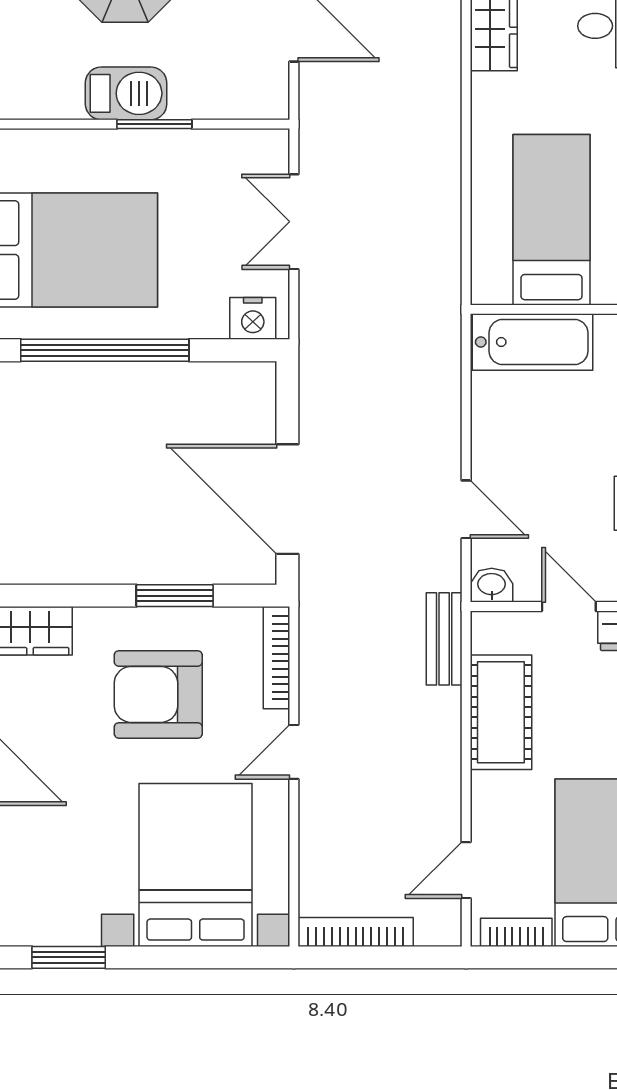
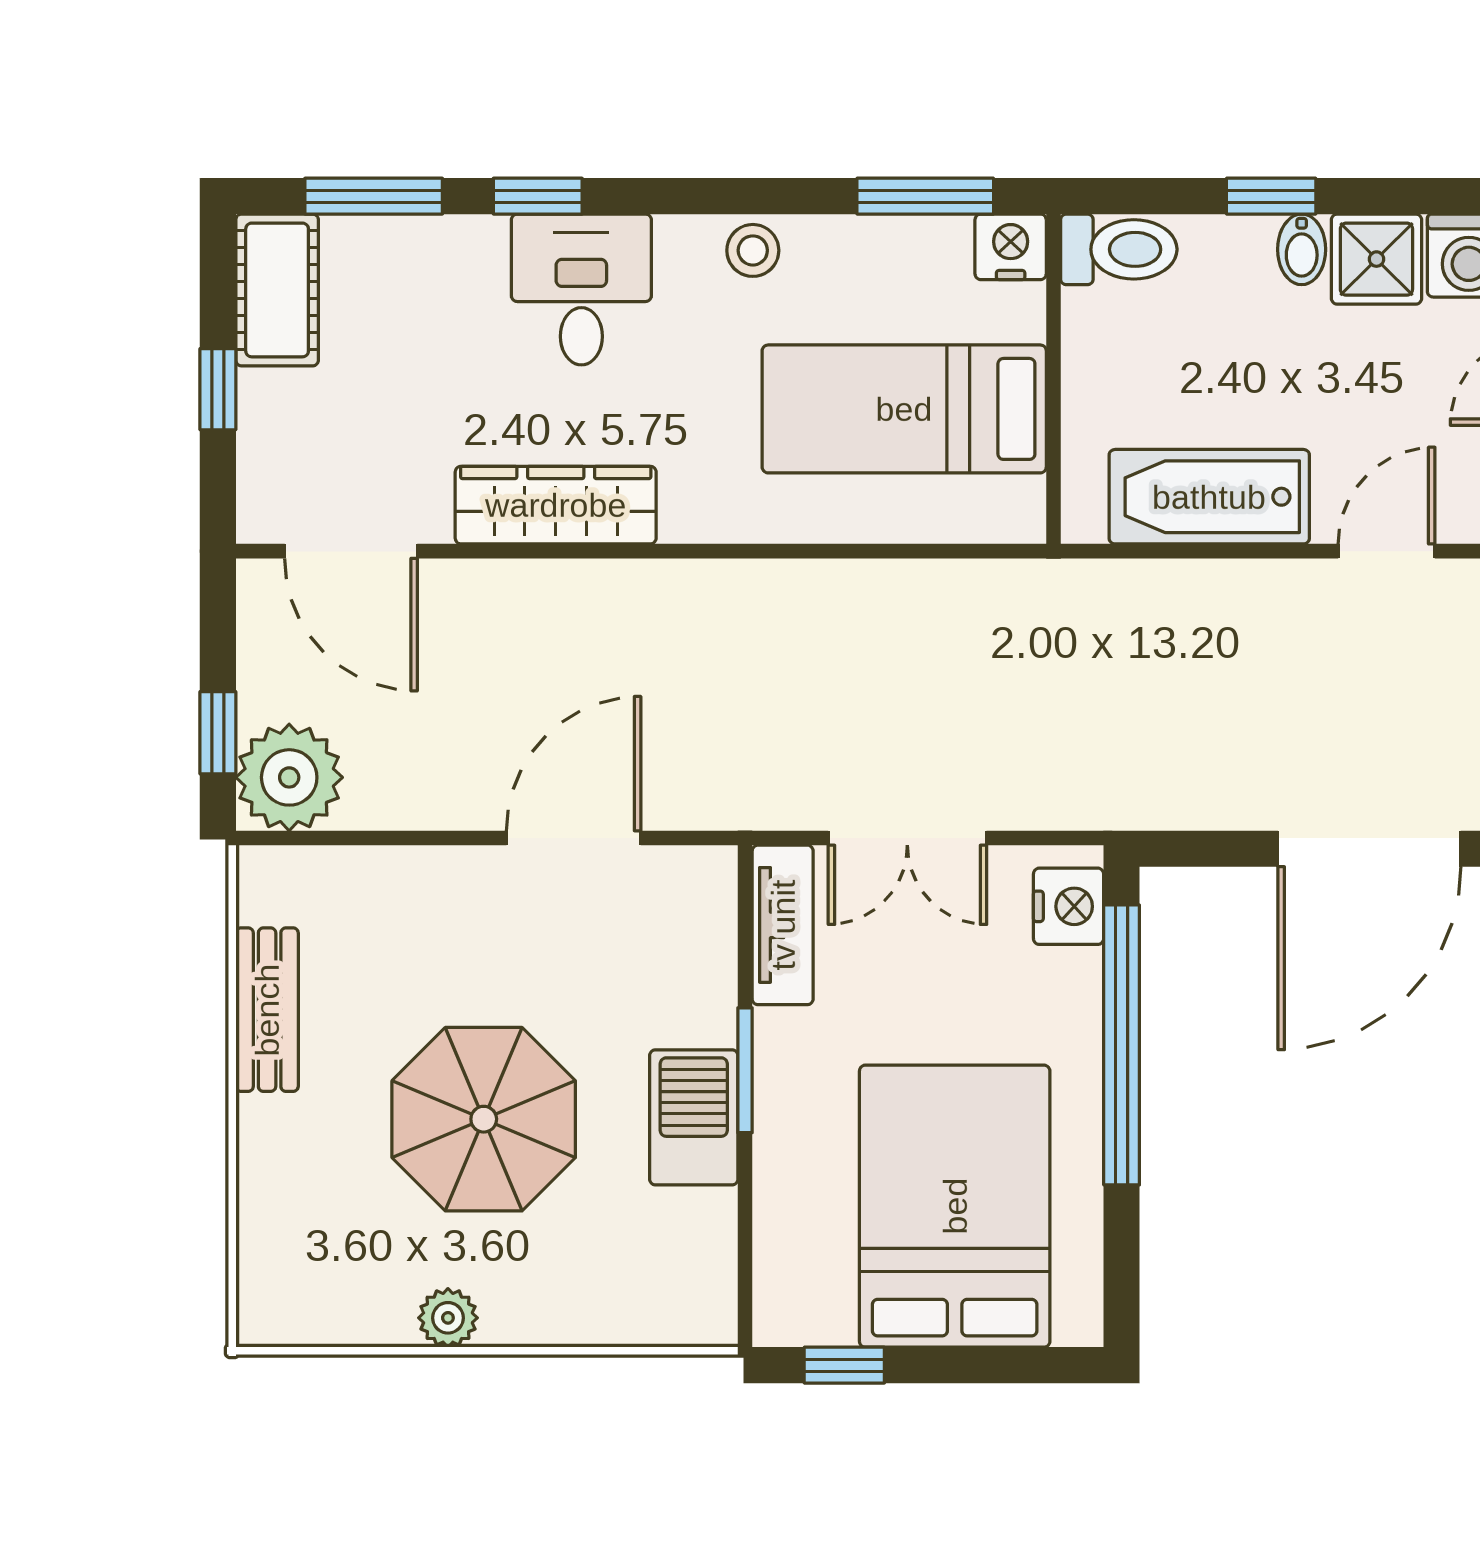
tv unit: (242, 147) -> (783, 925), added
bathtub: (533, 342) -> (1209, 497), moved, turned -90
window: (105, 350) -> (1122, 1045), moved

